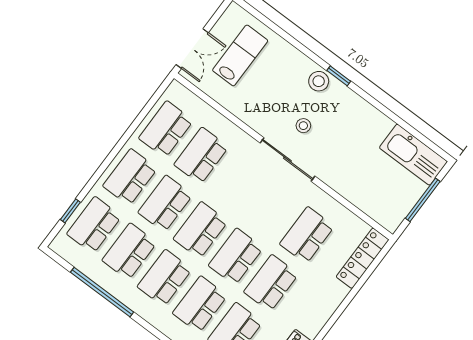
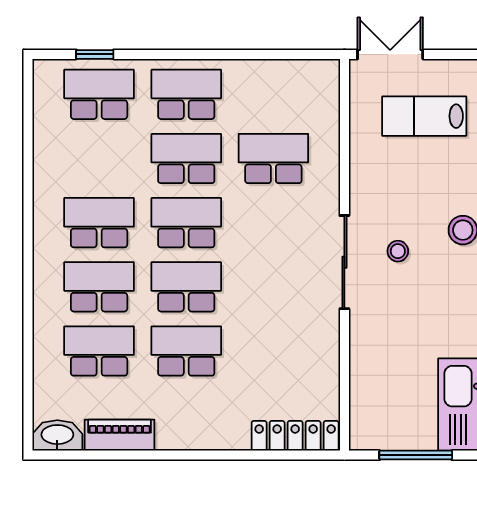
double door: (192, 49) -> (390, 54), swing flipped
lab bench: (240, 55) -> (424, 116), turned 180
school desk: (166, 129) -> (273, 94), removed
school desk: (307, 235) -> (273, 351), removed
school desk: (129, 252) -> (99, 159), removed
window: (102, 292) -> (28, 162), removed

